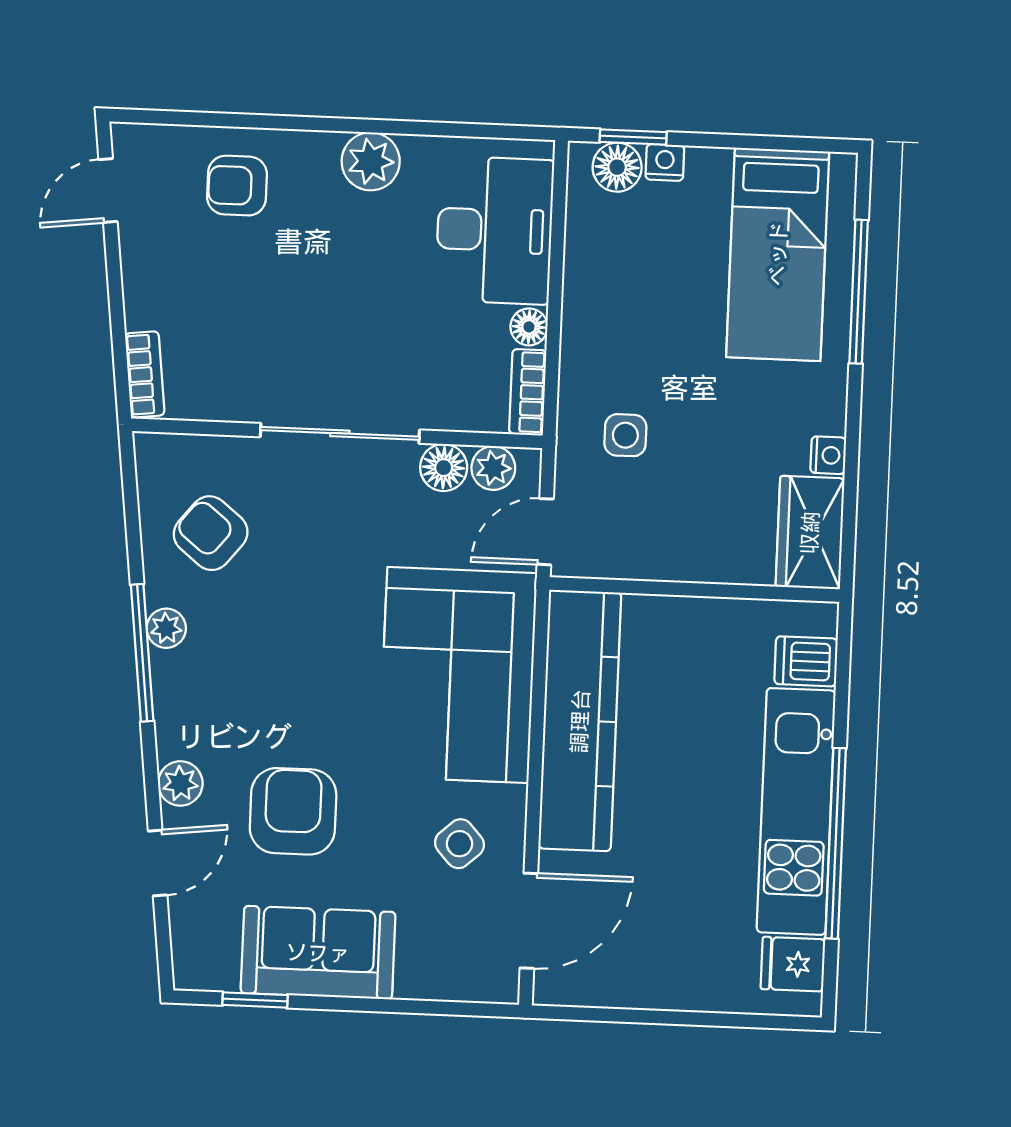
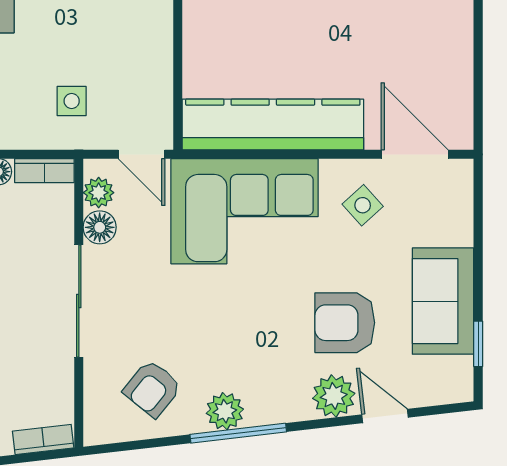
plant: (166, 628) -> (225, 411), width x1.38, depth x1.38
plant: (180, 783) -> (334, 396), width x1.38, depth x1.38

